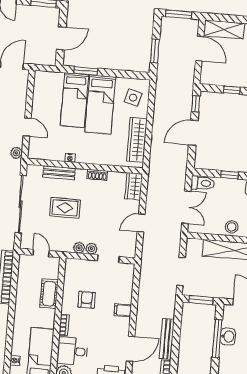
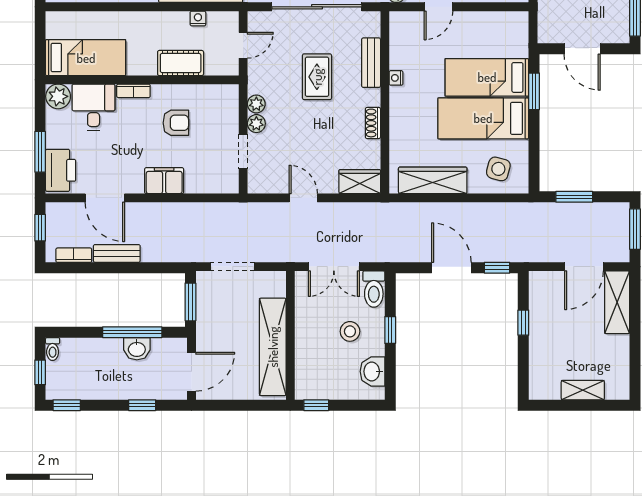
stool: (232, 227) -> (350, 331), moved
filing cabinet: (123, 310) -> (164, 181), width x2.00
bench: (167, 339) -> (117, 253), width x0.73
nightstand: (15, 361) -> (198, 18), moved

